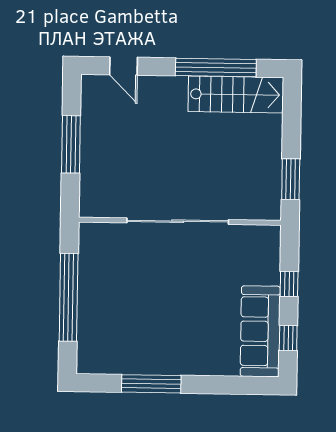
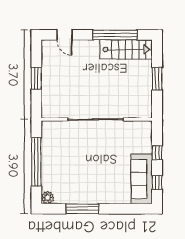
window: (71, 144) -> (36, 78), width x0.69
window: (291, 179) -> (157, 79), moved
plant: (88, 362) -> (48, 198), added

